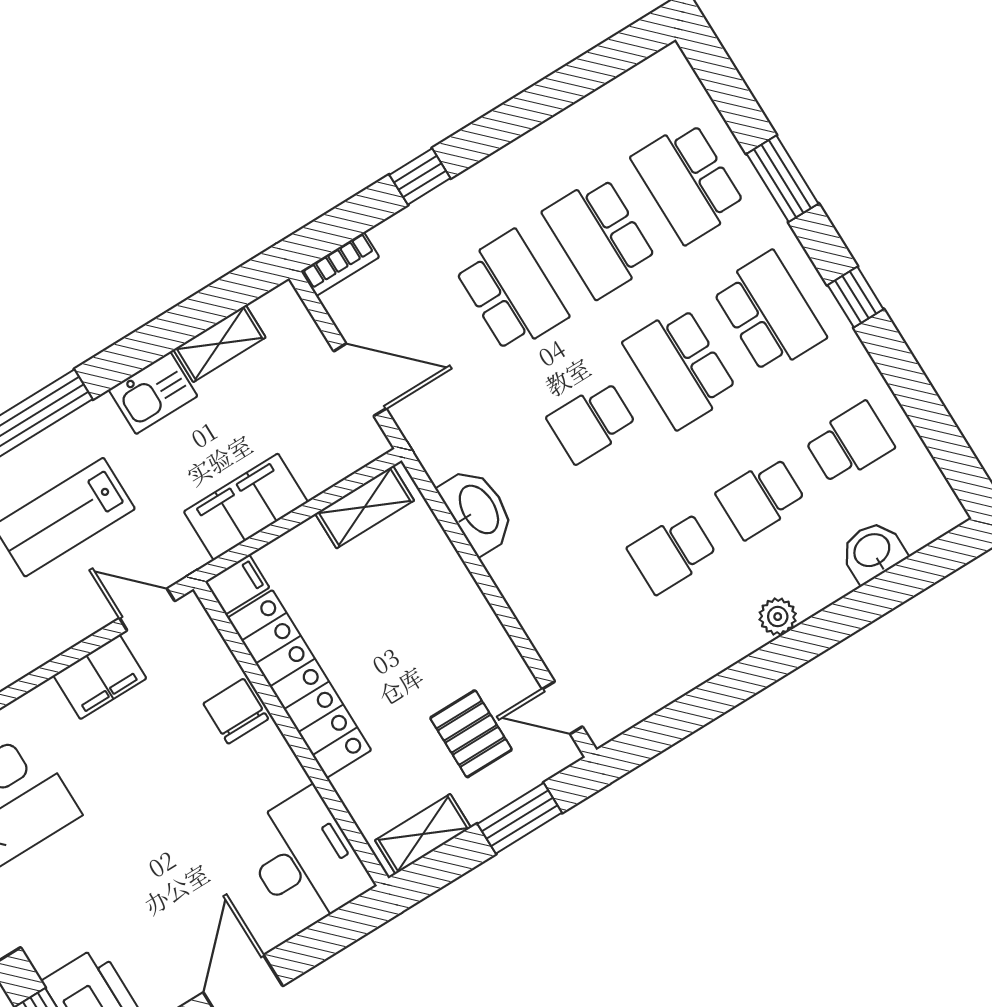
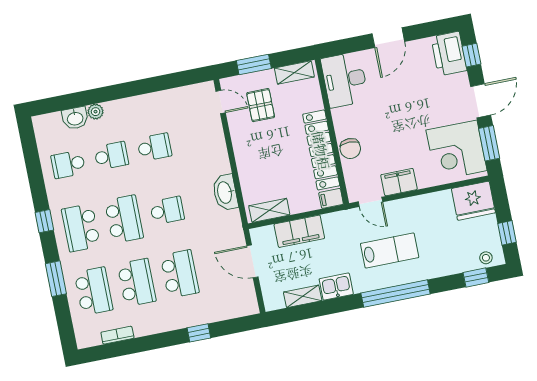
bookcase: (340, 264) -> (117, 335), moved
school desk: (511, 292) -> (180, 274), turned 180
filing cabinet: (246, 507) -> (299, 231), moved
plant: (778, 617) -> (96, 112), moved

